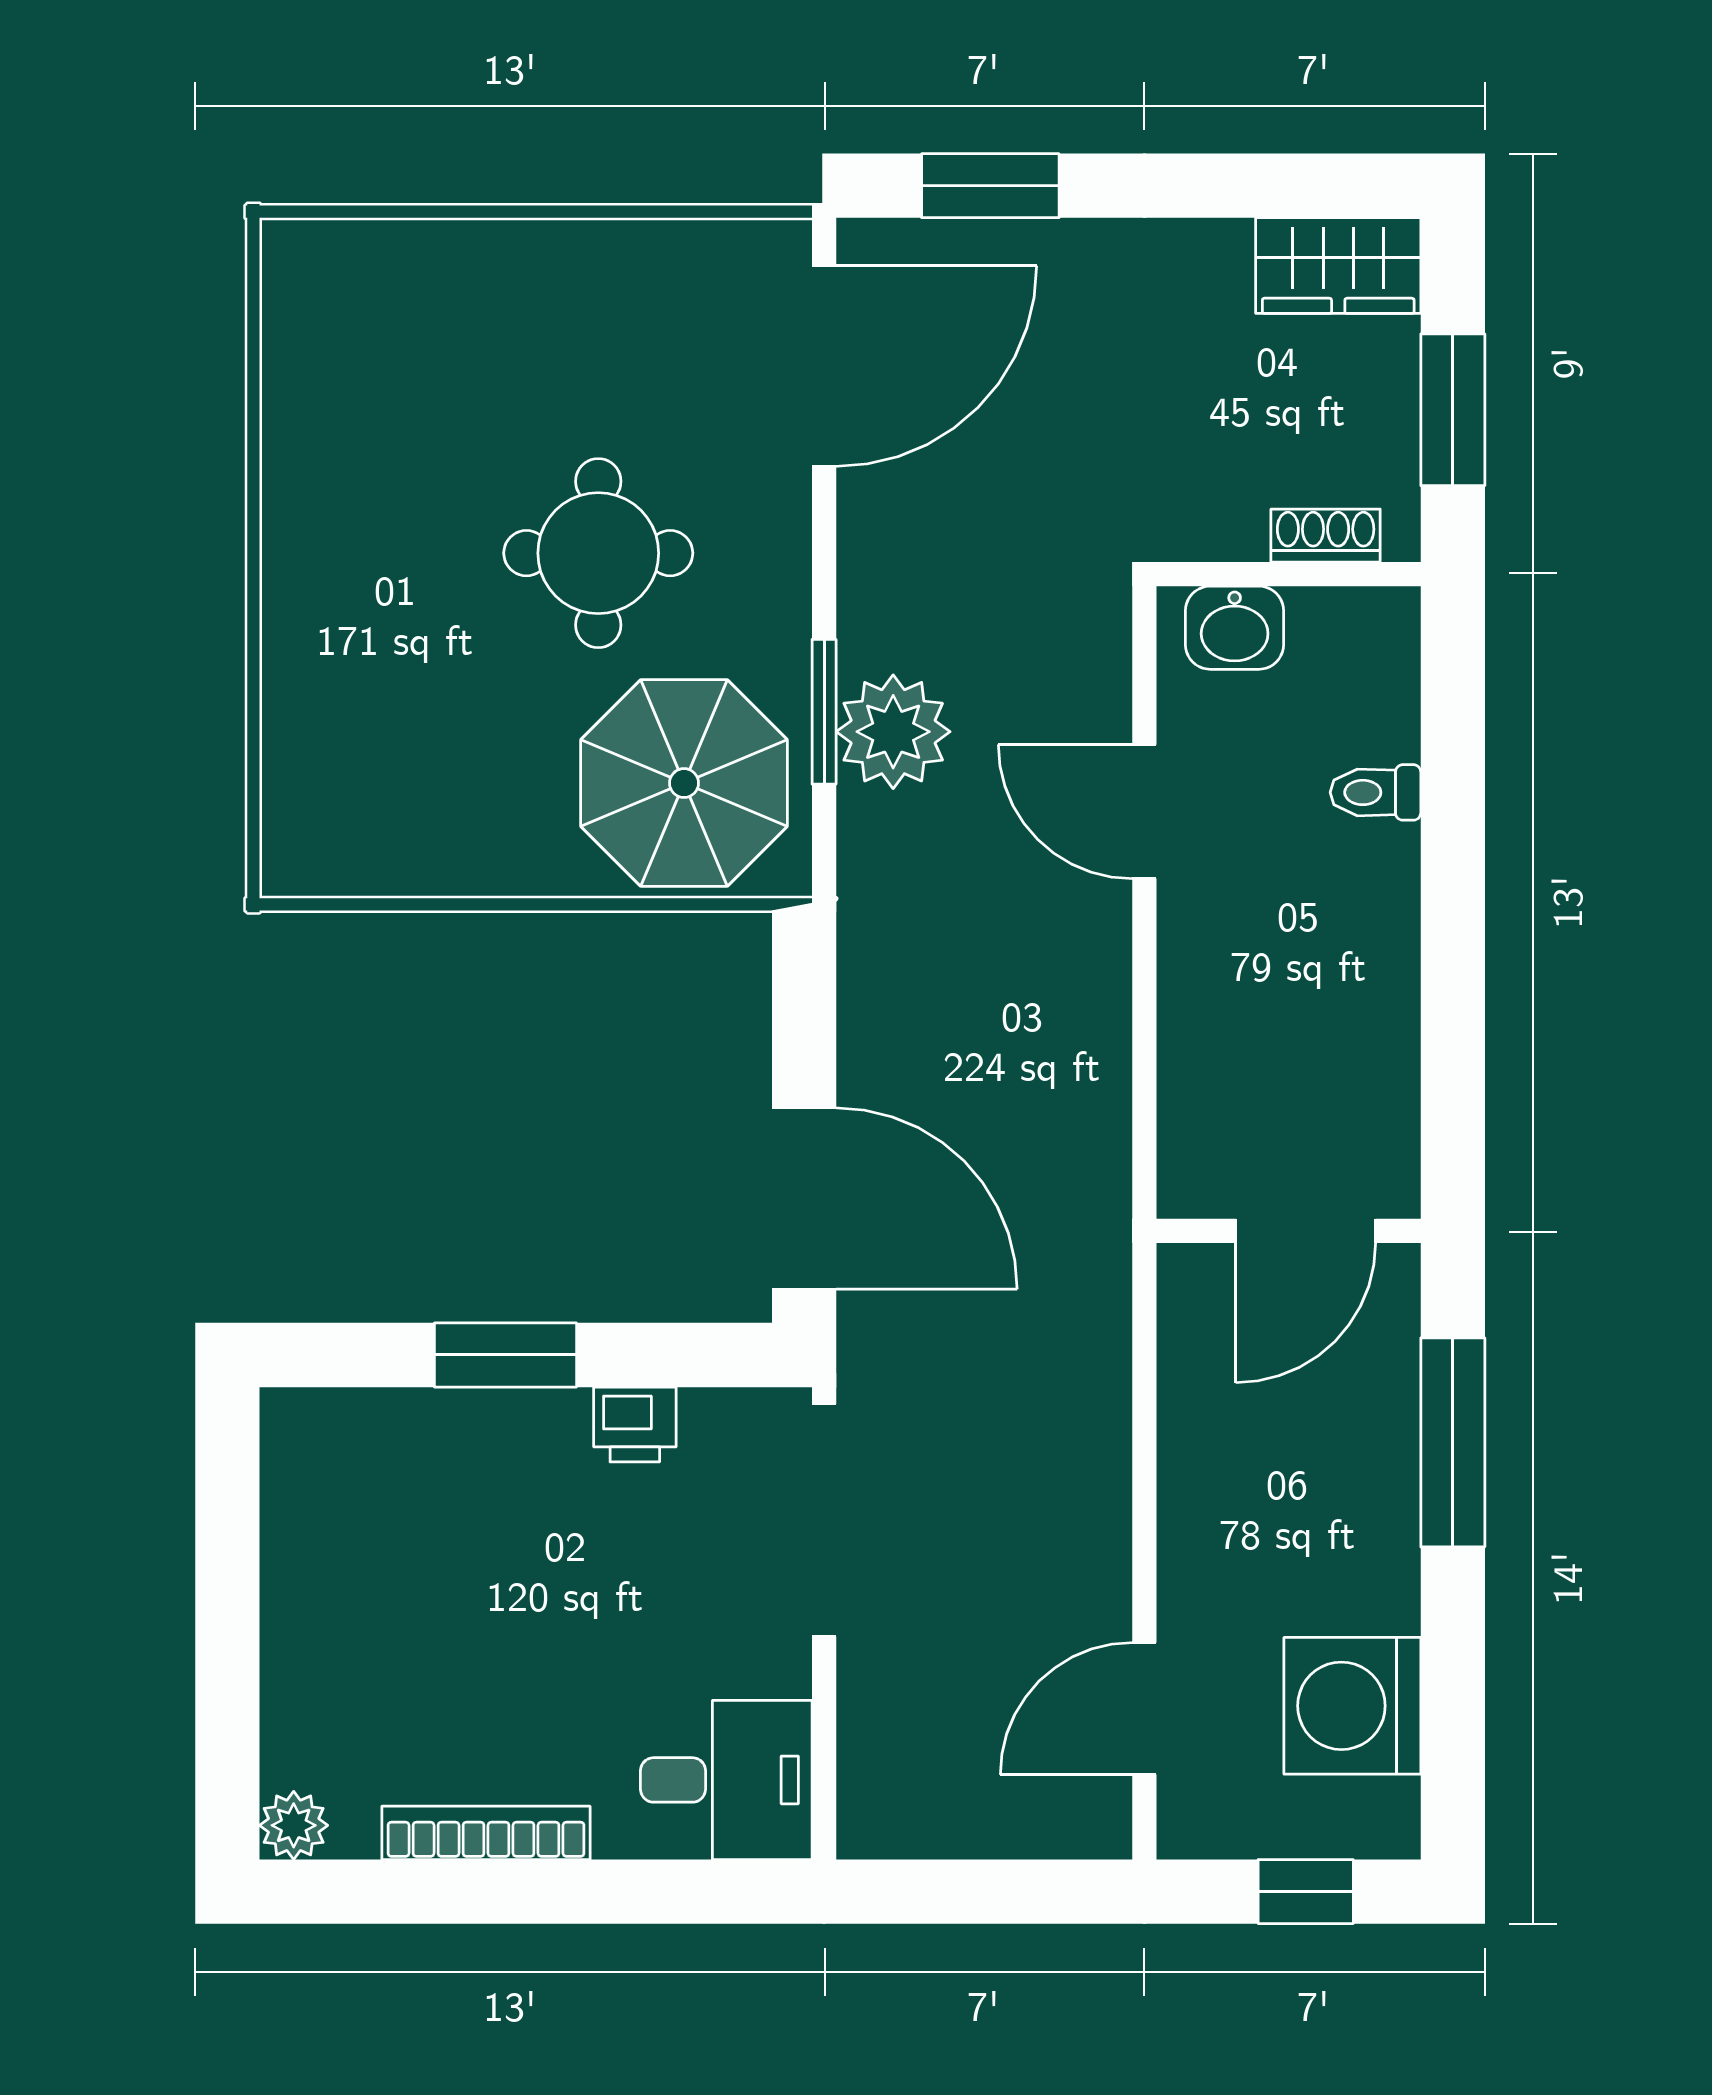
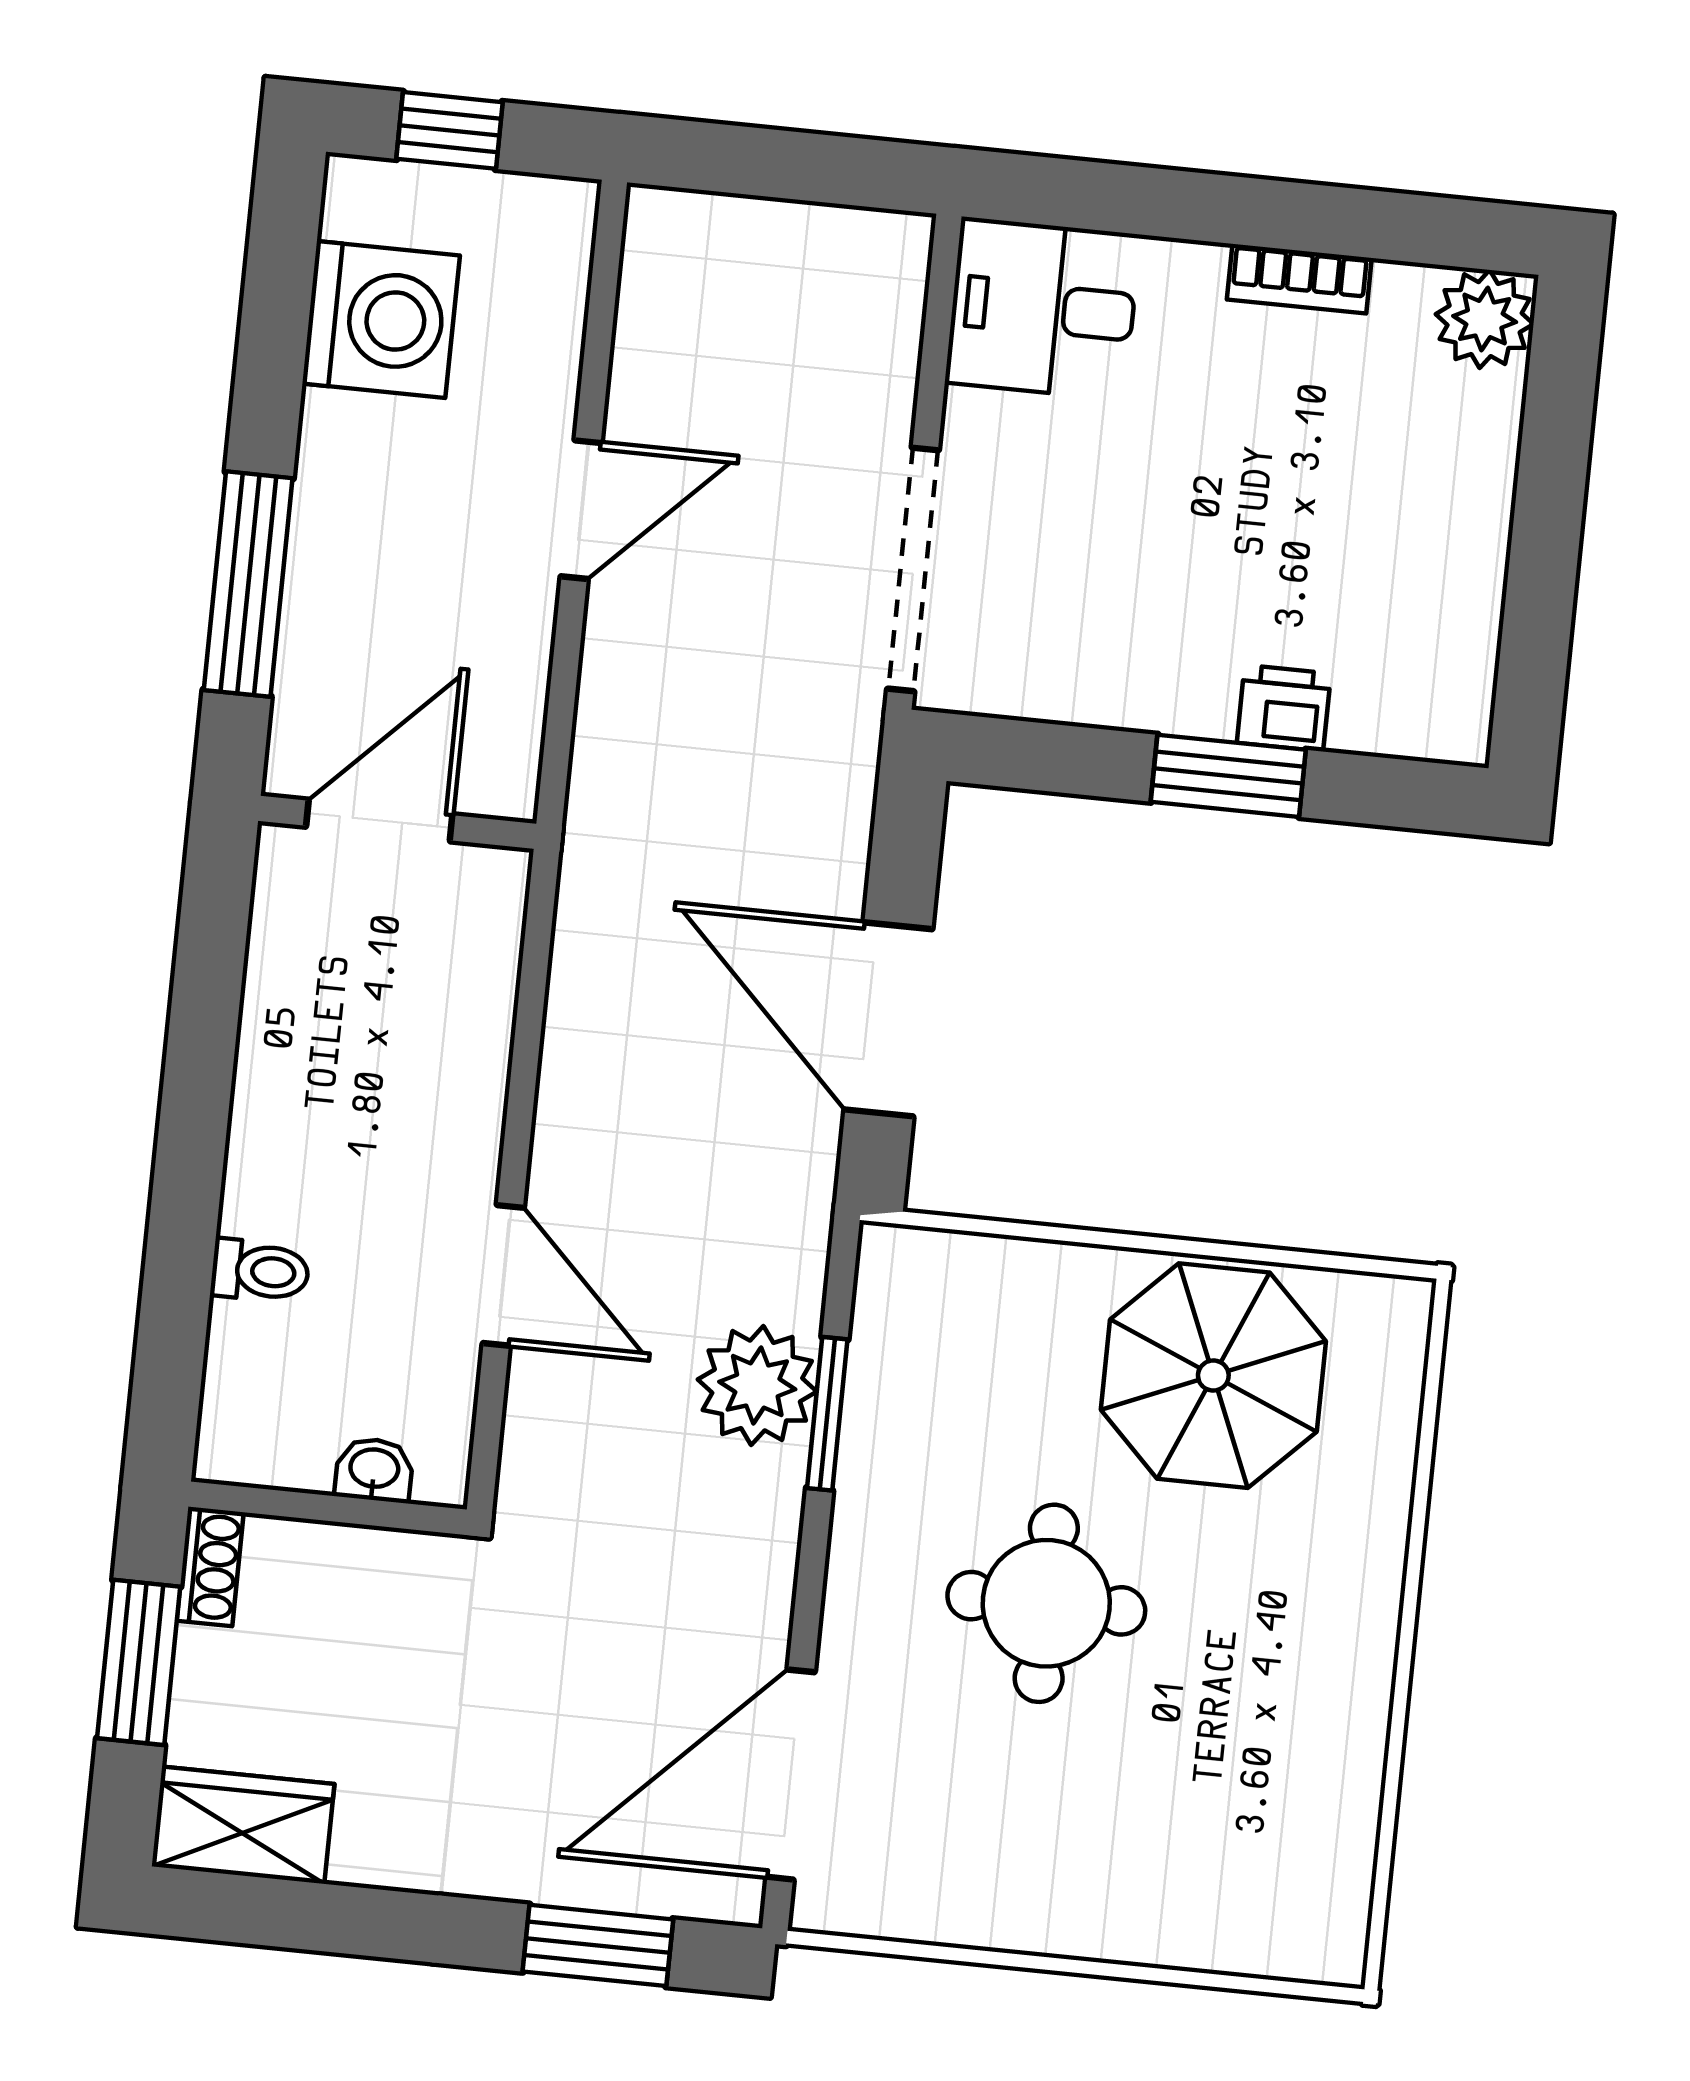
shoe rack: (1326, 536) -> (210, 1567), moved, turned -90
washbasin: (1235, 628) -> (374, 1470), width x0.72, depth x0.69
parasol: (684, 783) -> (1213, 1376), moved
door: (804, 1198) -> (888, 1019), moved
printer: (635, 1424) -> (1284, 708), moved
door: (1144, 1709) -> (581, 510), moved
plant: (294, 1825) -> (1485, 319), width x1.38, depth x1.38
bookcase: (486, 1833) -> (1299, 279), width x0.64

